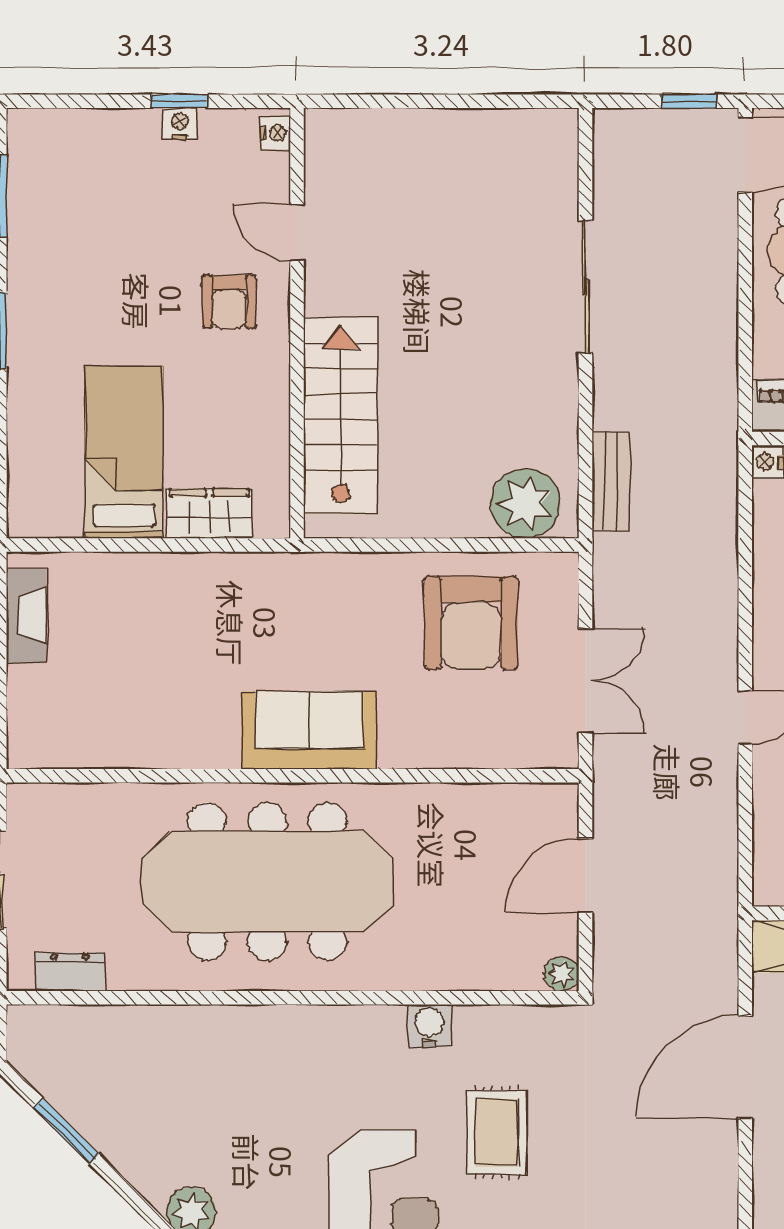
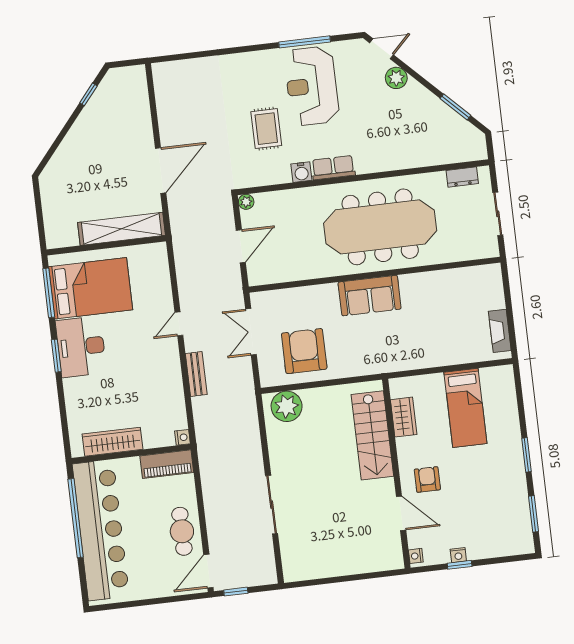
door: (297, 233) -> (401, 513), width x1.38
bench: (611, 481) -> (196, 374), moved
wardrobe: (209, 514) -> (404, 417), moved, turned -90
row of seats: (357, 1027) -> (333, 168), added

